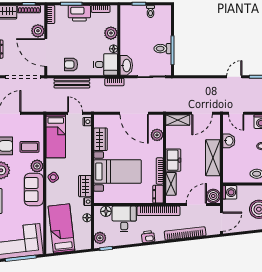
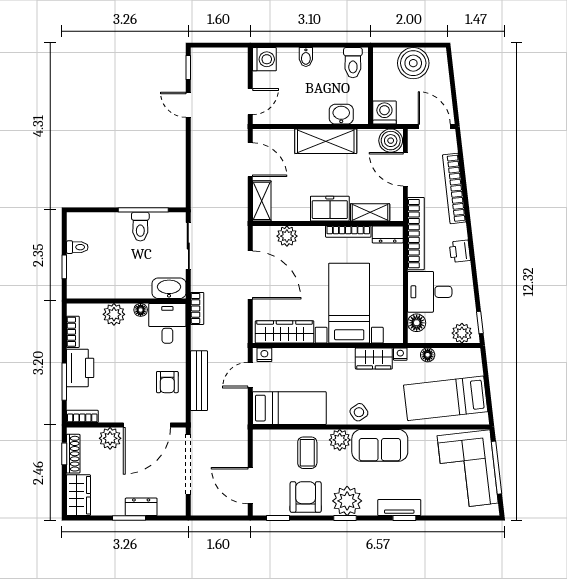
door: (134, 113) -> (250, 275), hinge flipped
wardrobe: (101, 139) -> (285, 332), width x1.50
washbasin: (229, 141) -> (341, 114), moved

